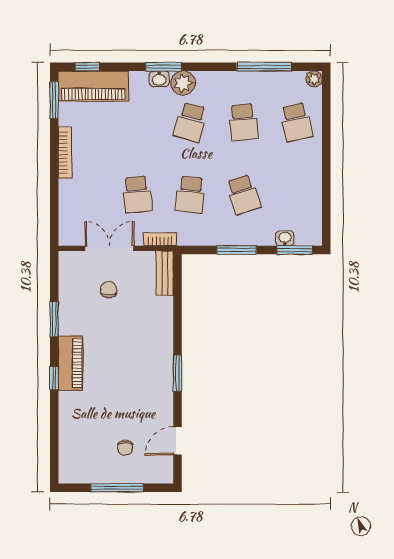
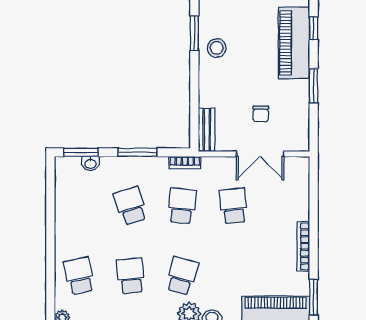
bookcase: (160, 239) -> (185, 163), moved
stool: (154, 358) -> (217, 48), added
piano: (70, 363) -> (294, 43), width x1.37, depth x1.33

